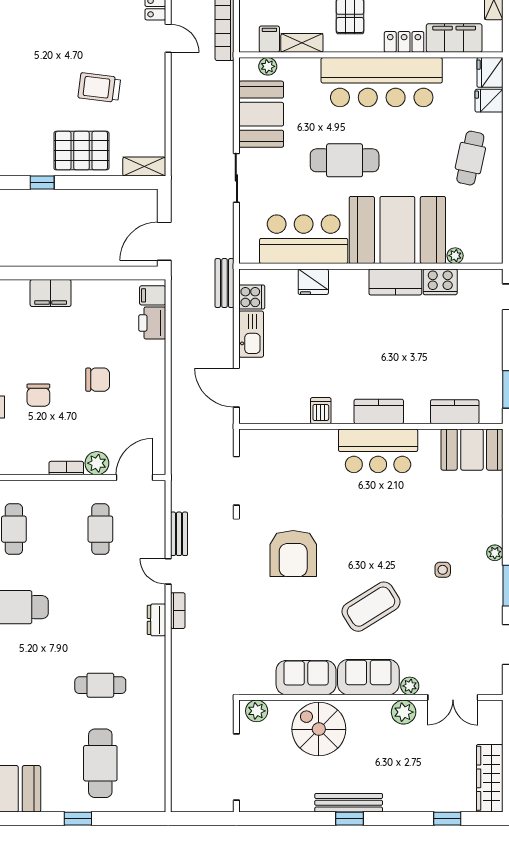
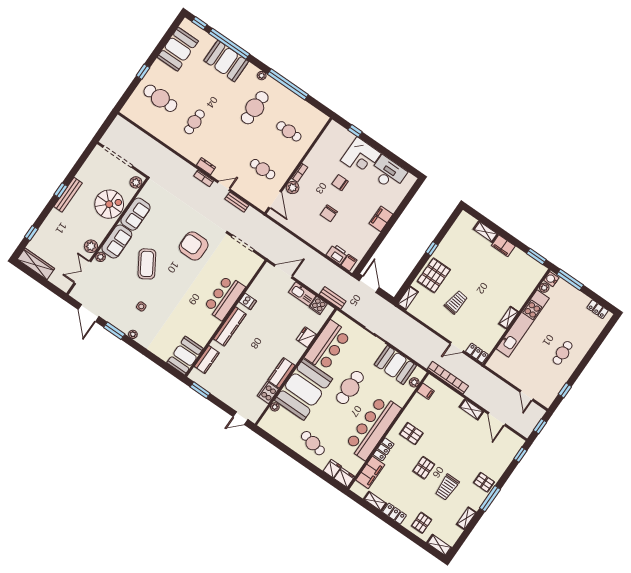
shelving: (302, 43) -> (414, 404), removed
kitchen counter: (379, 411) -> (230, 326), width x1.50
bar counter: (378, 451) -> (224, 298), moved

